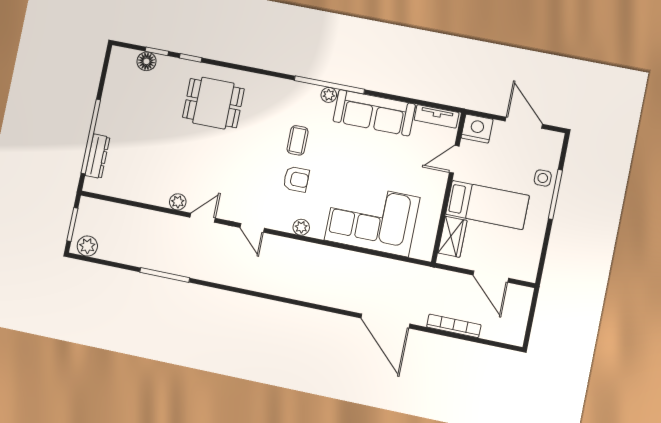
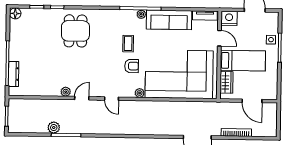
floor lamp: (146, 61) -> (15, 13), moved
dining table: (213, 103) -> (75, 31), turned 90
door: (454, 159) -> (219, 38), swing flipped
corner sofa: (372, 219) -> (179, 74), width x1.36, depth x1.36
plant: (87, 246) -> (54, 128), moved

